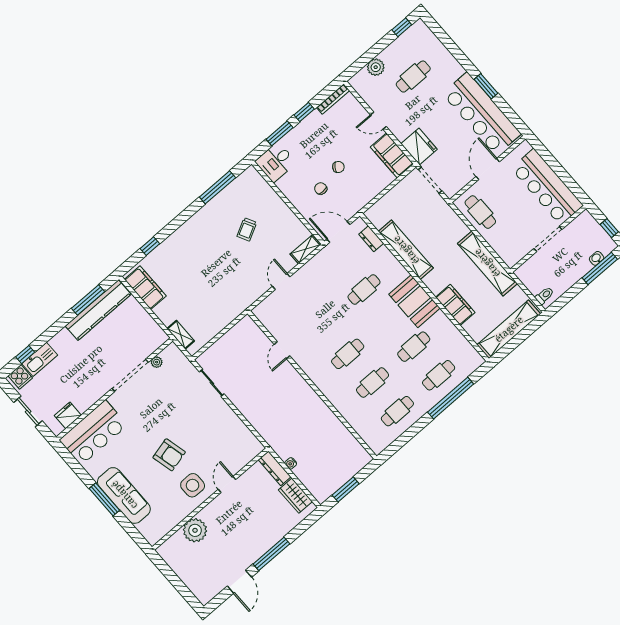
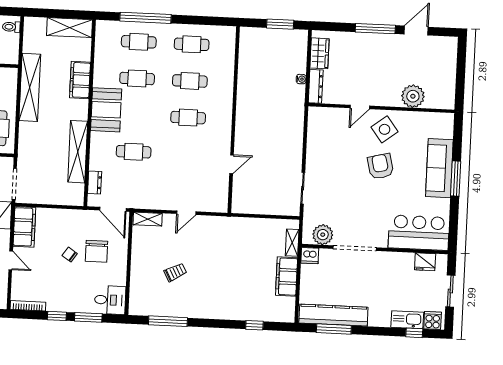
chair: (321, 189) -> (96, 251), width x1.87, depth x1.87
filing cabinet: (145, 288) -> (287, 277), moved
shelving: (509, 329) -> (69, 28), width x0.68
dishwasher: (158, 338) -> (310, 256), added
plant: (157, 362) -> (323, 235), width x1.88, depth x1.88
side table: (193, 485) -> (385, 129), turned -37

